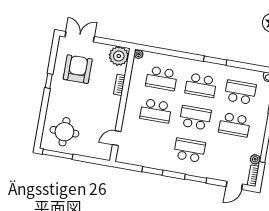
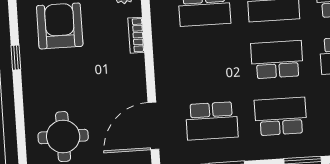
school desk: (156, 111) -> (212, 121), moved
door: (117, 138) -> (153, 126), width x1.88

